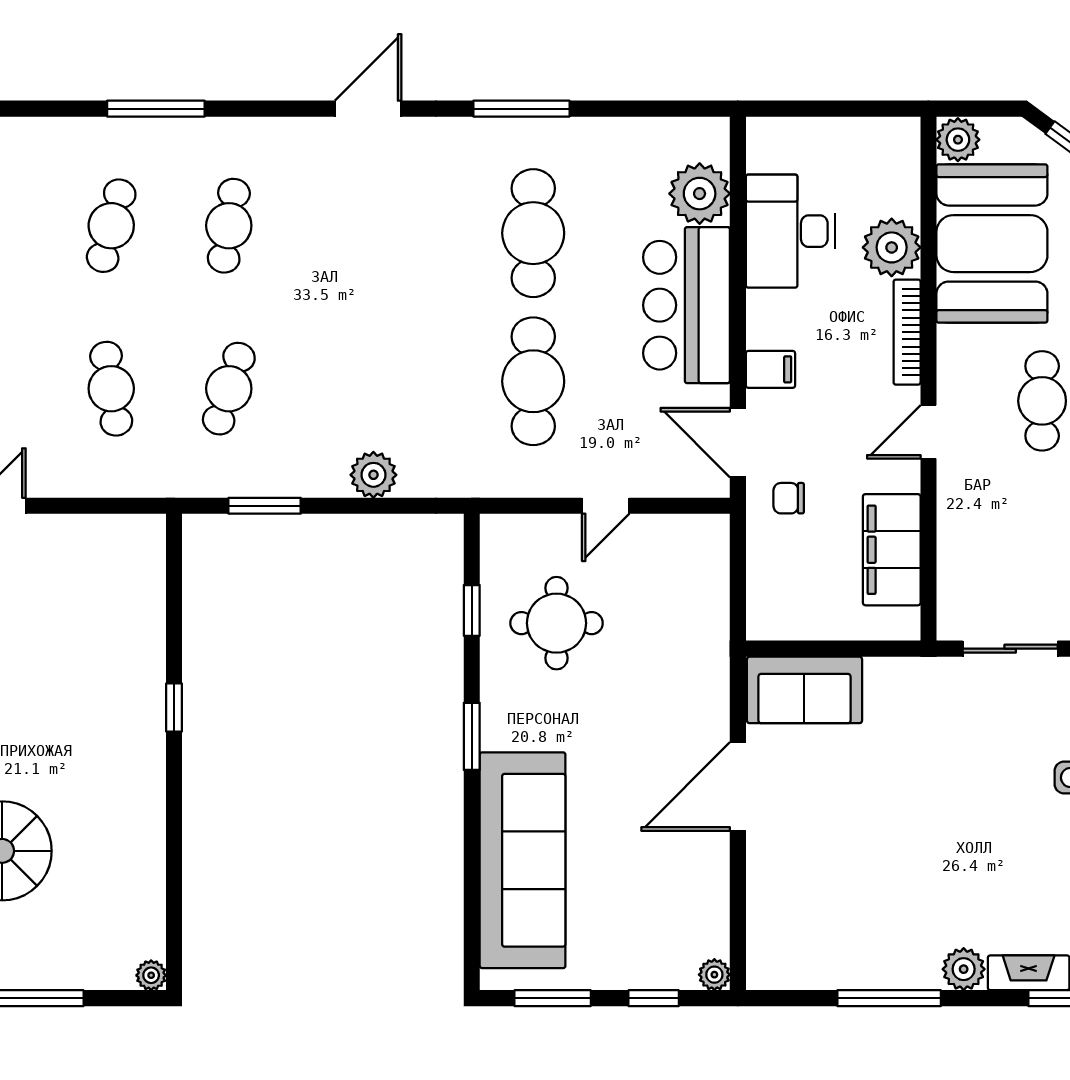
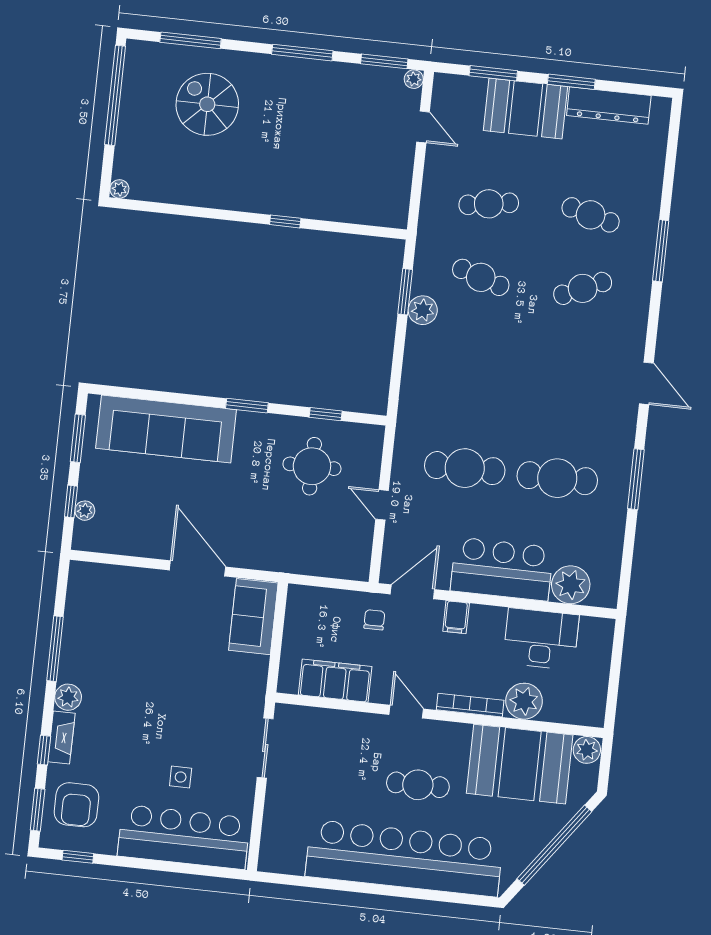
cafe table: (229, 226) -> (583, 288), turned -33
plant: (373, 475) -> (423, 310), moved
plant: (714, 975) -> (85, 511), moved

